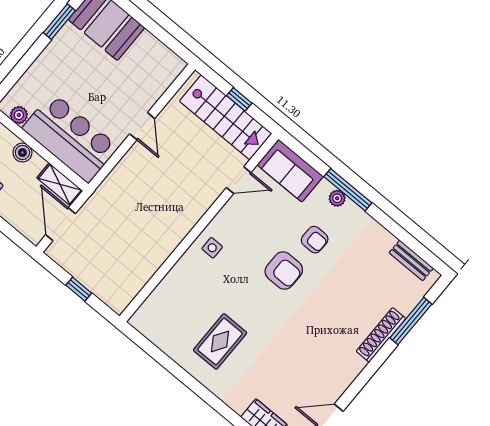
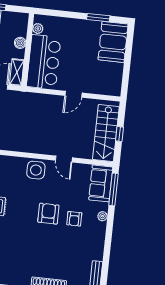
door: (239, 180) -> (64, 159), moved
window: (348, 190) -> (114, 189), moved
side table: (212, 248) -> (36, 170), width x1.87, depth x1.87
armchair: (284, 271) -> (48, 214), turned 180

